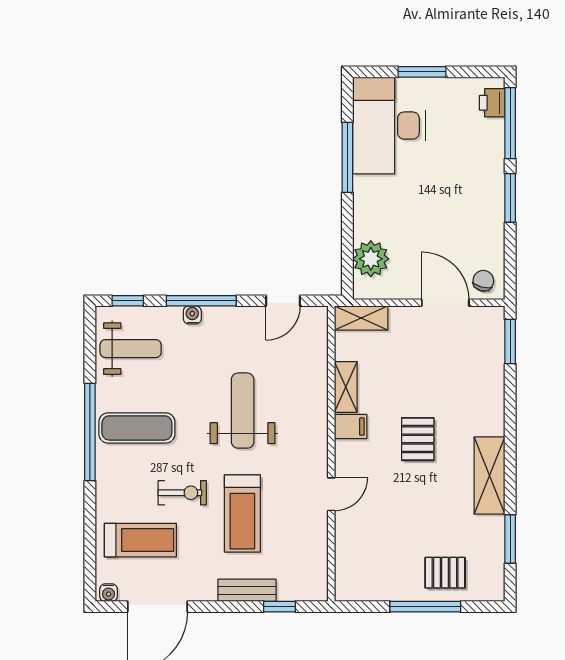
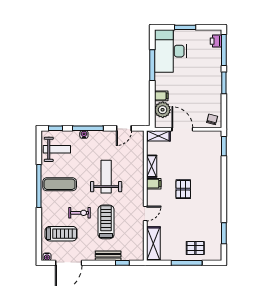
filing cabinet: (368, 227) -> (161, 96), added
door: (445, 303) -> (182, 129), moved
shelving: (490, 475) -> (153, 244), moved
treadmill: (242, 514) -> (106, 222), turned 180

